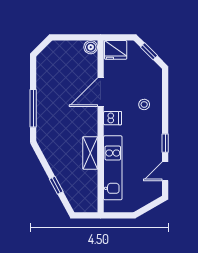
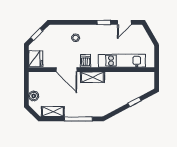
boiler: (91, 47) -> (34, 96), moved
shelving: (43, 73) -> (53, 112), added
shelving: (90, 153) -> (93, 77), moved
door: (165, 171) -> (124, 22), hinge flipped

